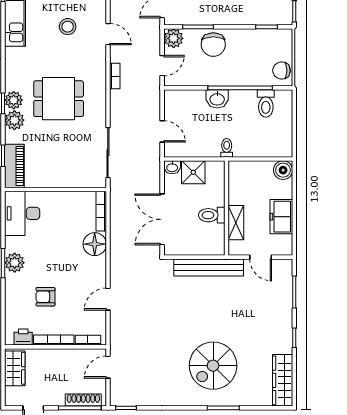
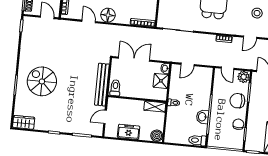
chair: (281, 71) -> (238, 124), moved
washbasin: (217, 99) -> (202, 117), moved
toilet: (266, 103) -> (197, 140), moved
toilet: (212, 215) -> (115, 88), moved
shelving: (236, 223) -> (155, 107), moved
floor lamp: (95, 244) -> (108, 15), moved
wardrobe: (283, 380) -> (24, 122), width x0.67

